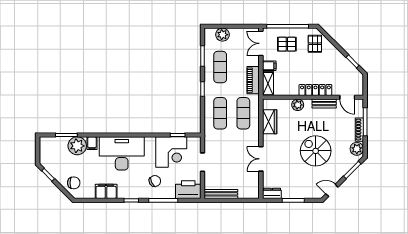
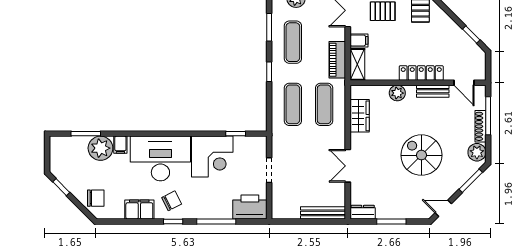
corner desk: (171, 152) -> (212, 157), moved
chair: (155, 181) -> (172, 201), moved
bench: (221, 194) -> (323, 213), moved

